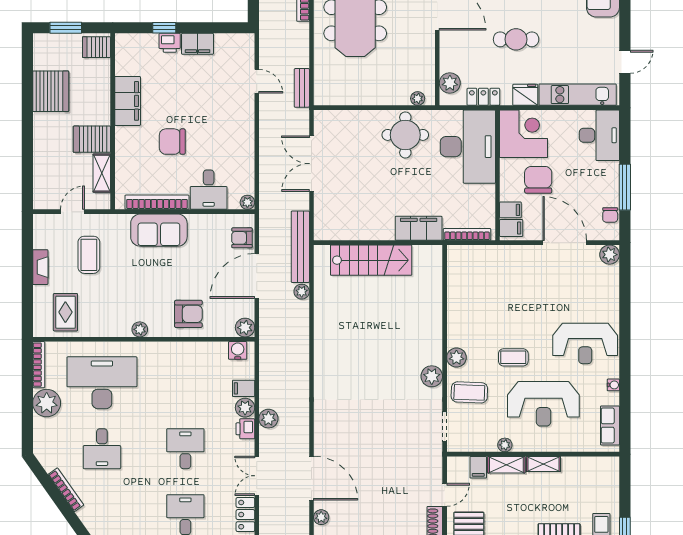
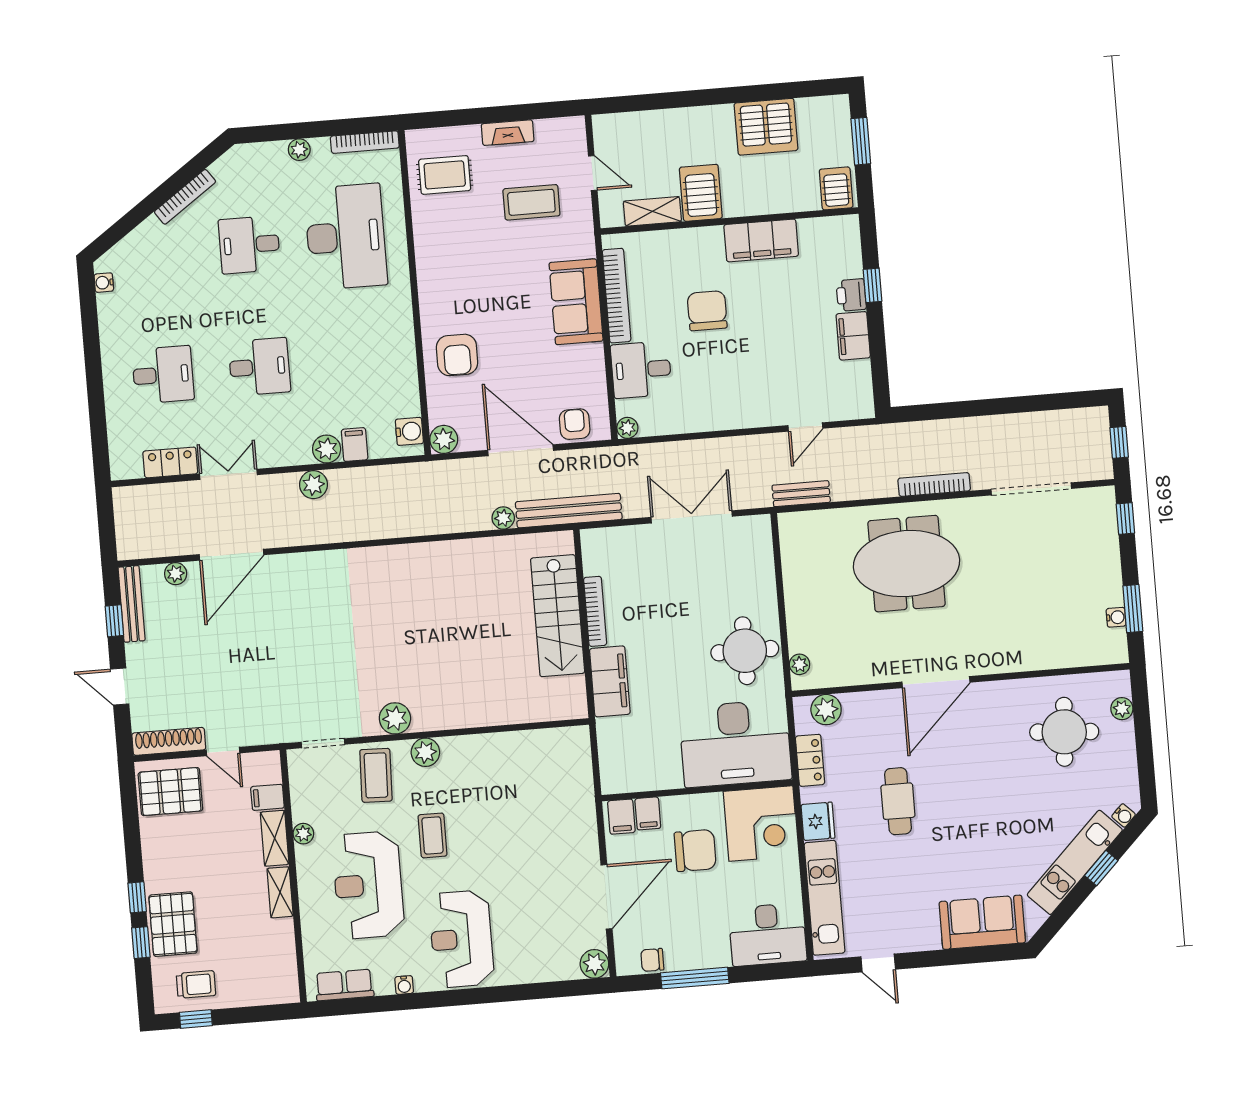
bookcase: (467, 234) -> (595, 611), moved
plant: (140, 329) -> (428, 286), removed
plant: (47, 403) -> (299, 150), width x0.53, depth x0.53
printer: (245, 429) -> (296, 452), removed

